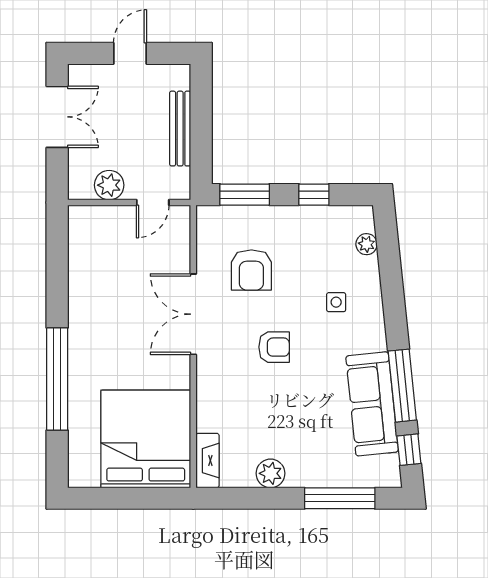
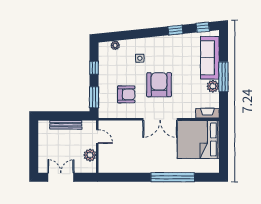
door: (130, 53) -> (34, 146), removed
double door: (193, 314) -> (160, 119), moved
armchair: (274, 347) -> (159, 85), width x1.88, depth x1.88
window: (402, 386) -> (175, 30), width x0.46
sofa: (372, 404) -> (210, 58), moved, turned 96
window: (340, 498) -> (223, 77), moved

